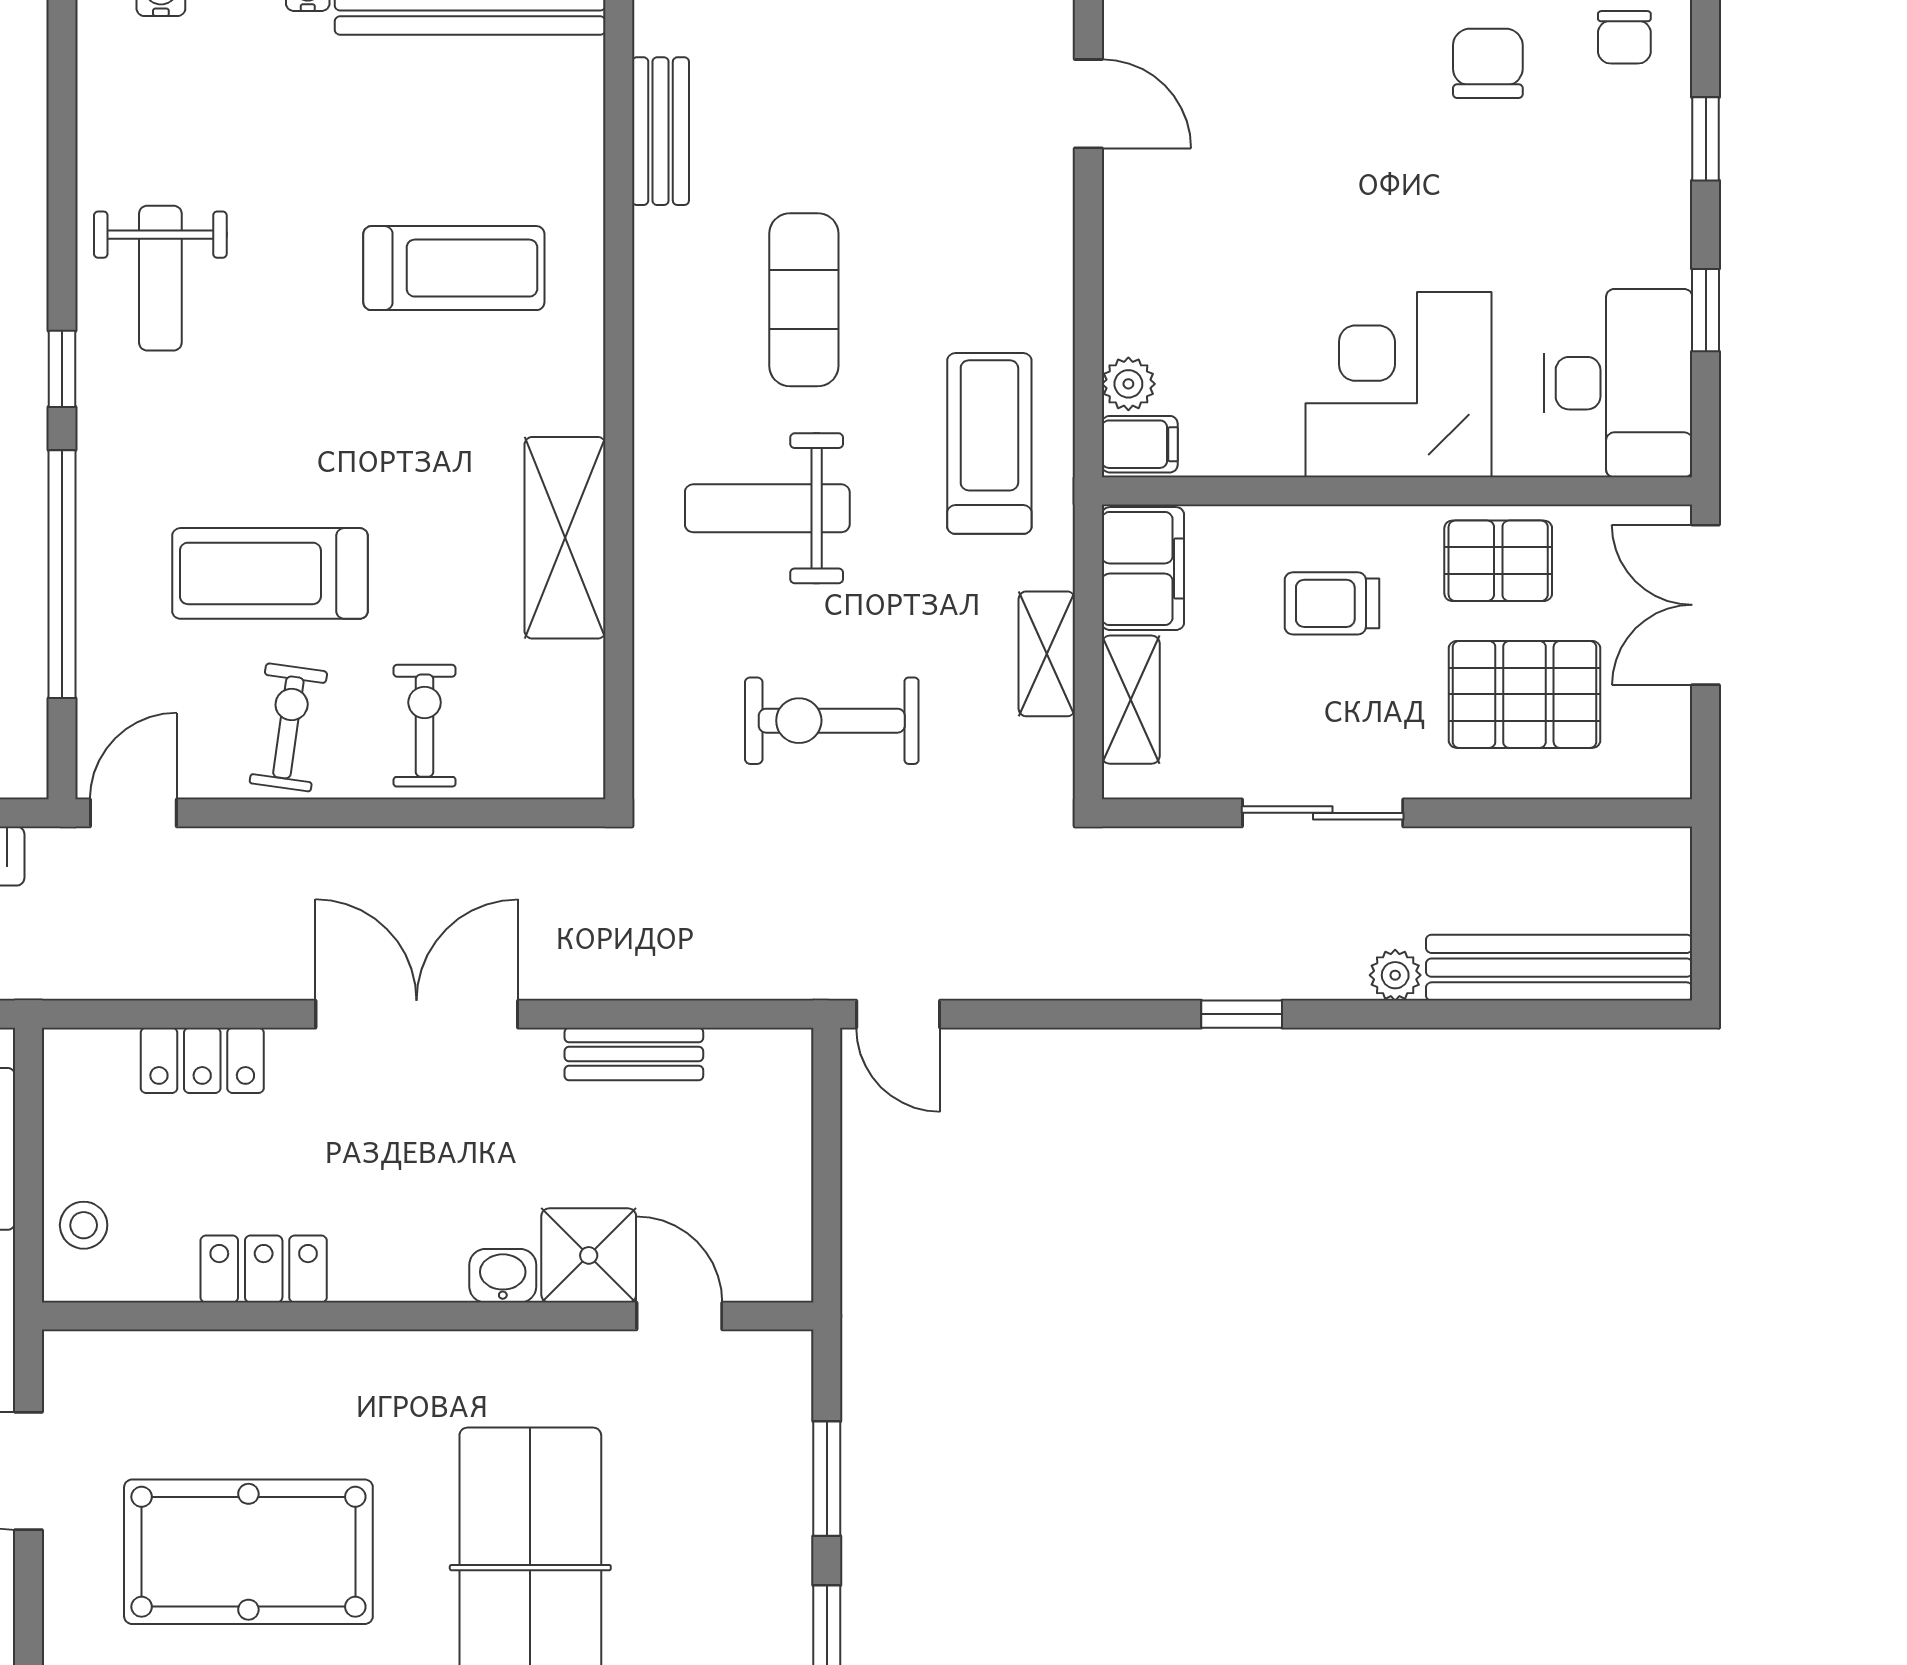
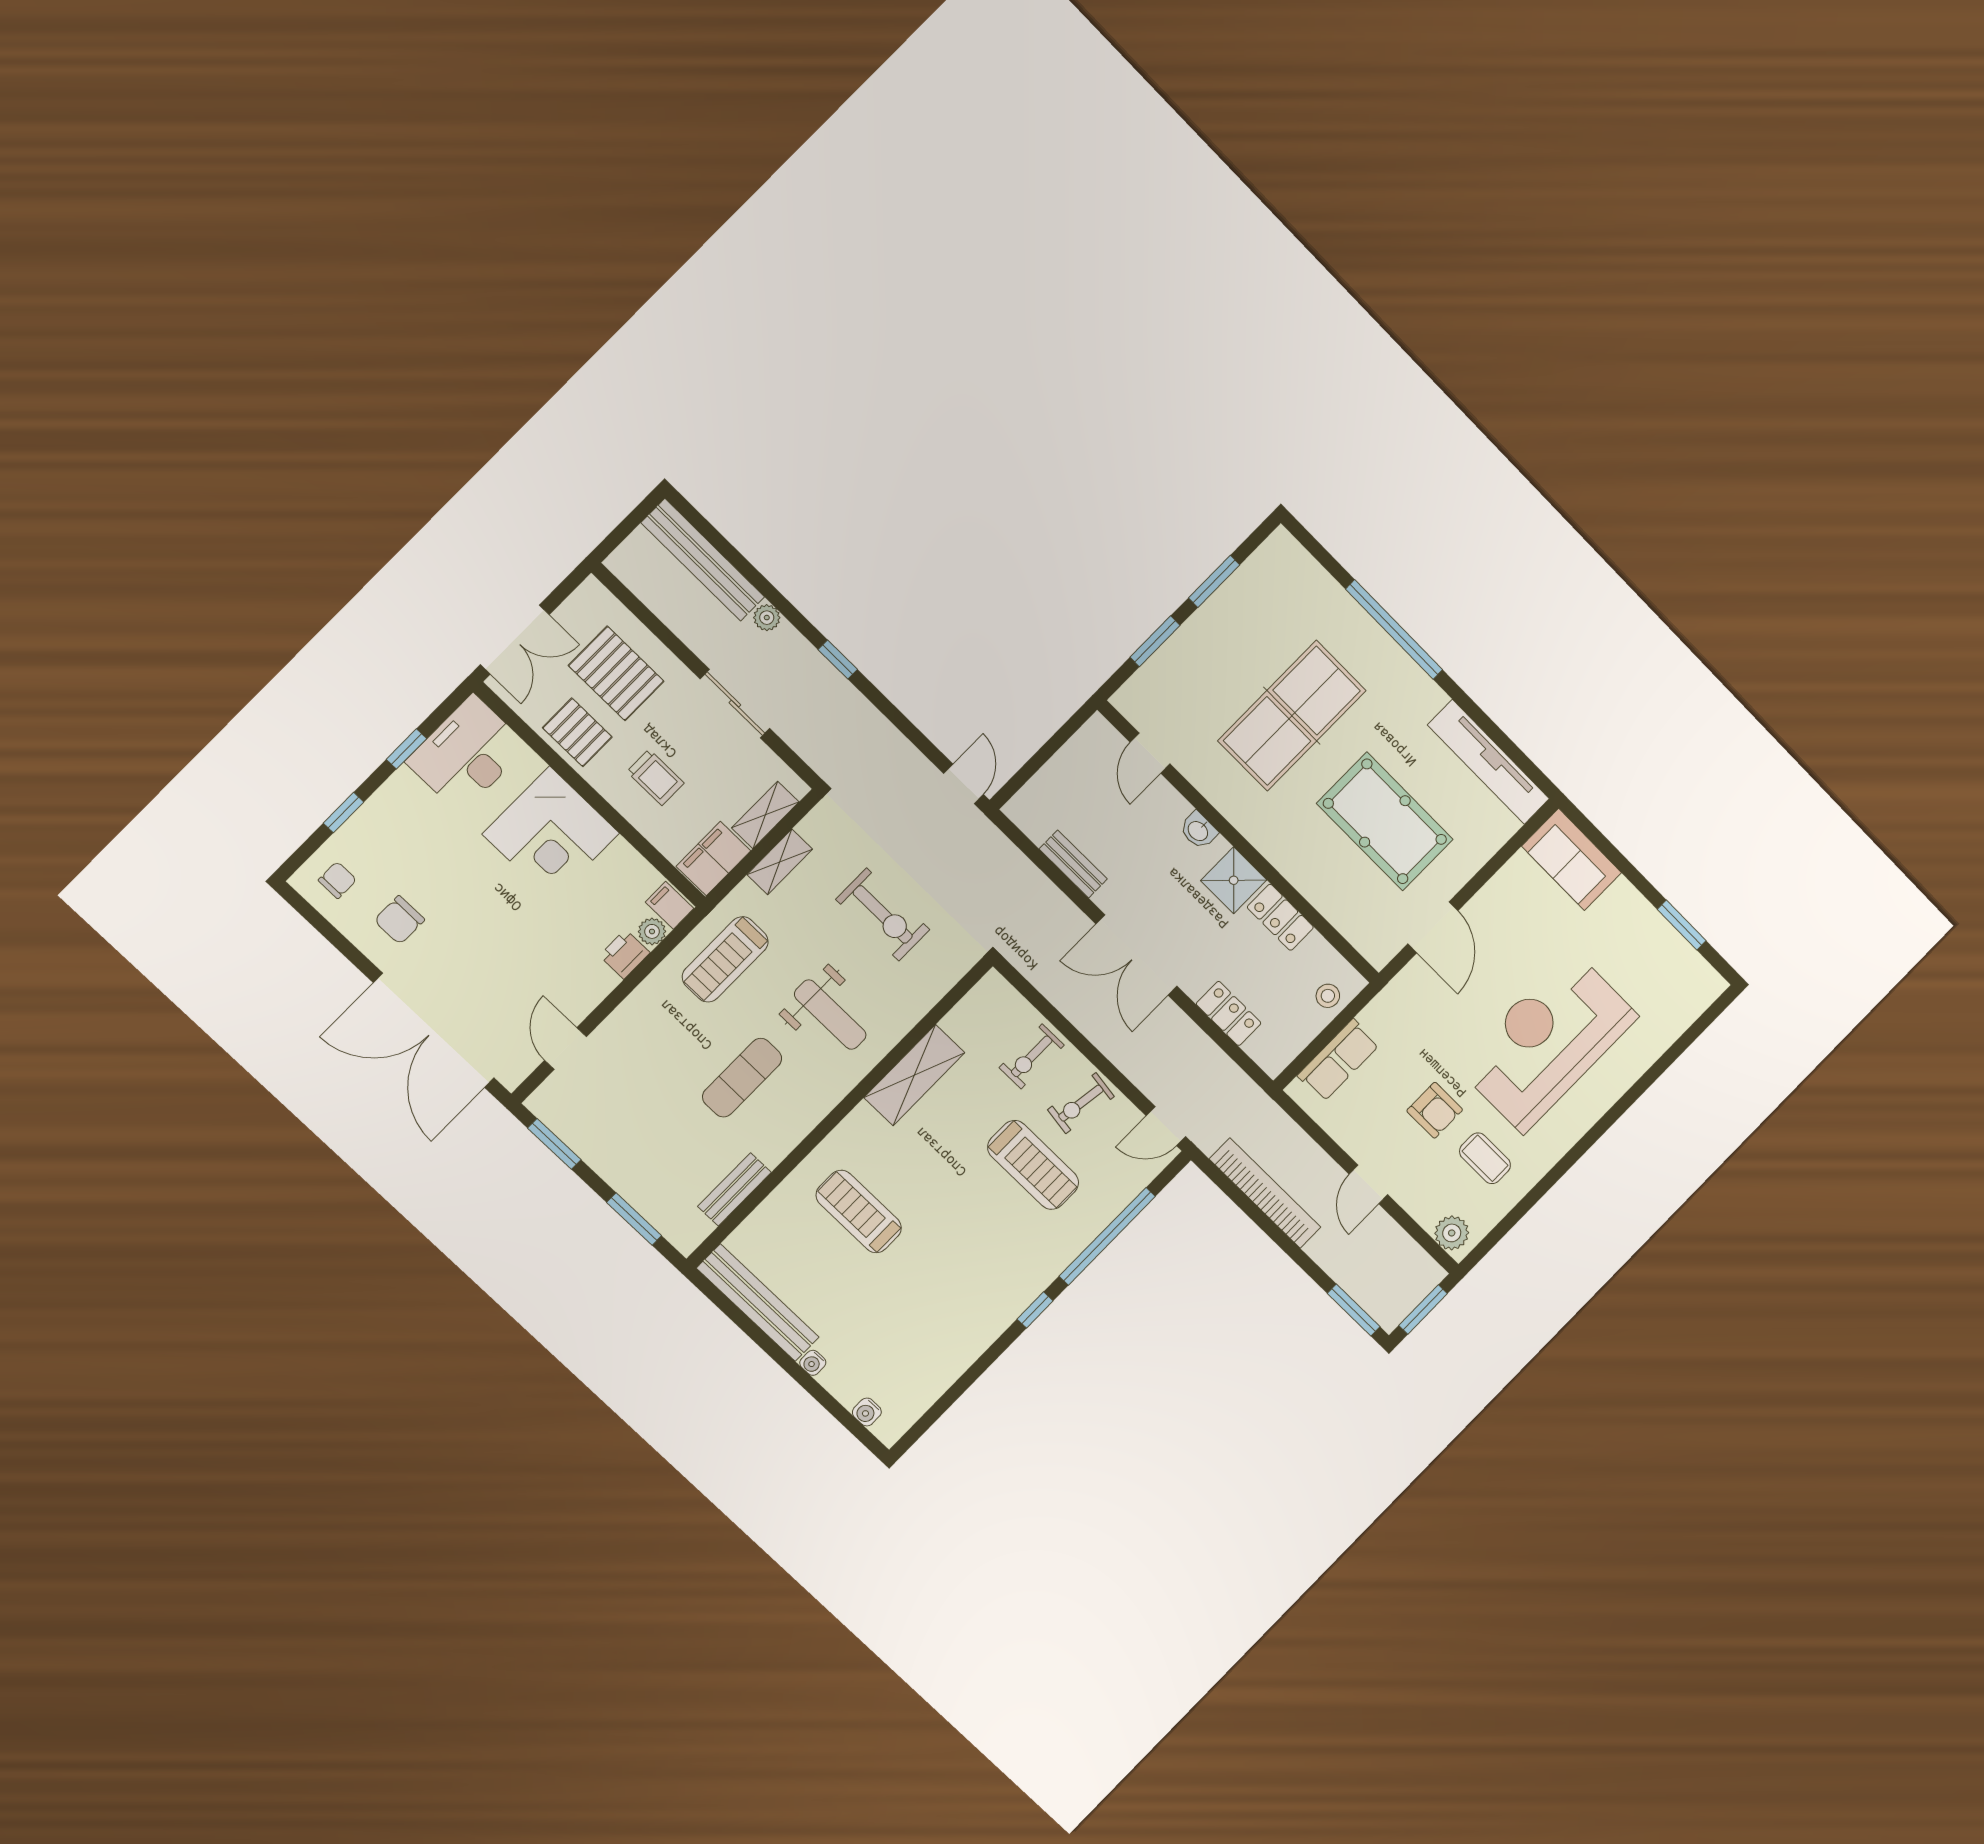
weight bench: (160, 278) -> (968, 1309), removed
printer: (1135, 315) -> (625, 954), added
shower: (589, 1255) -> (1234, 880), moved

